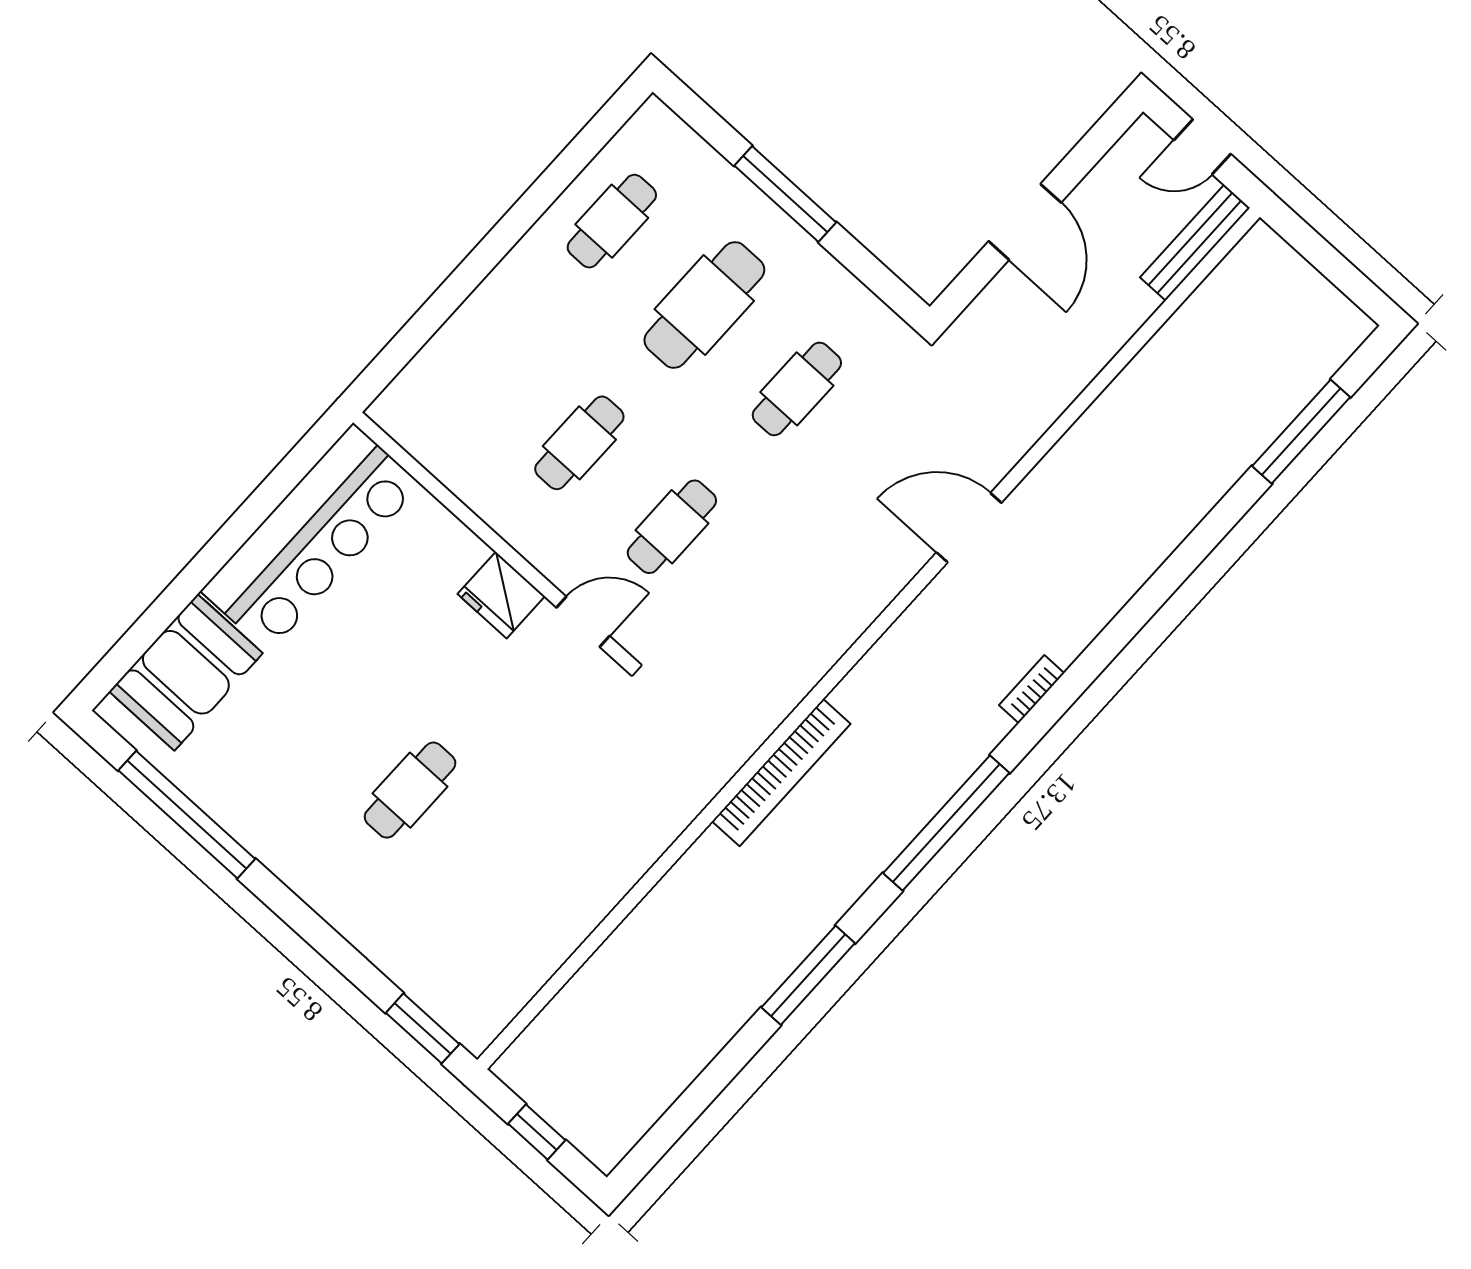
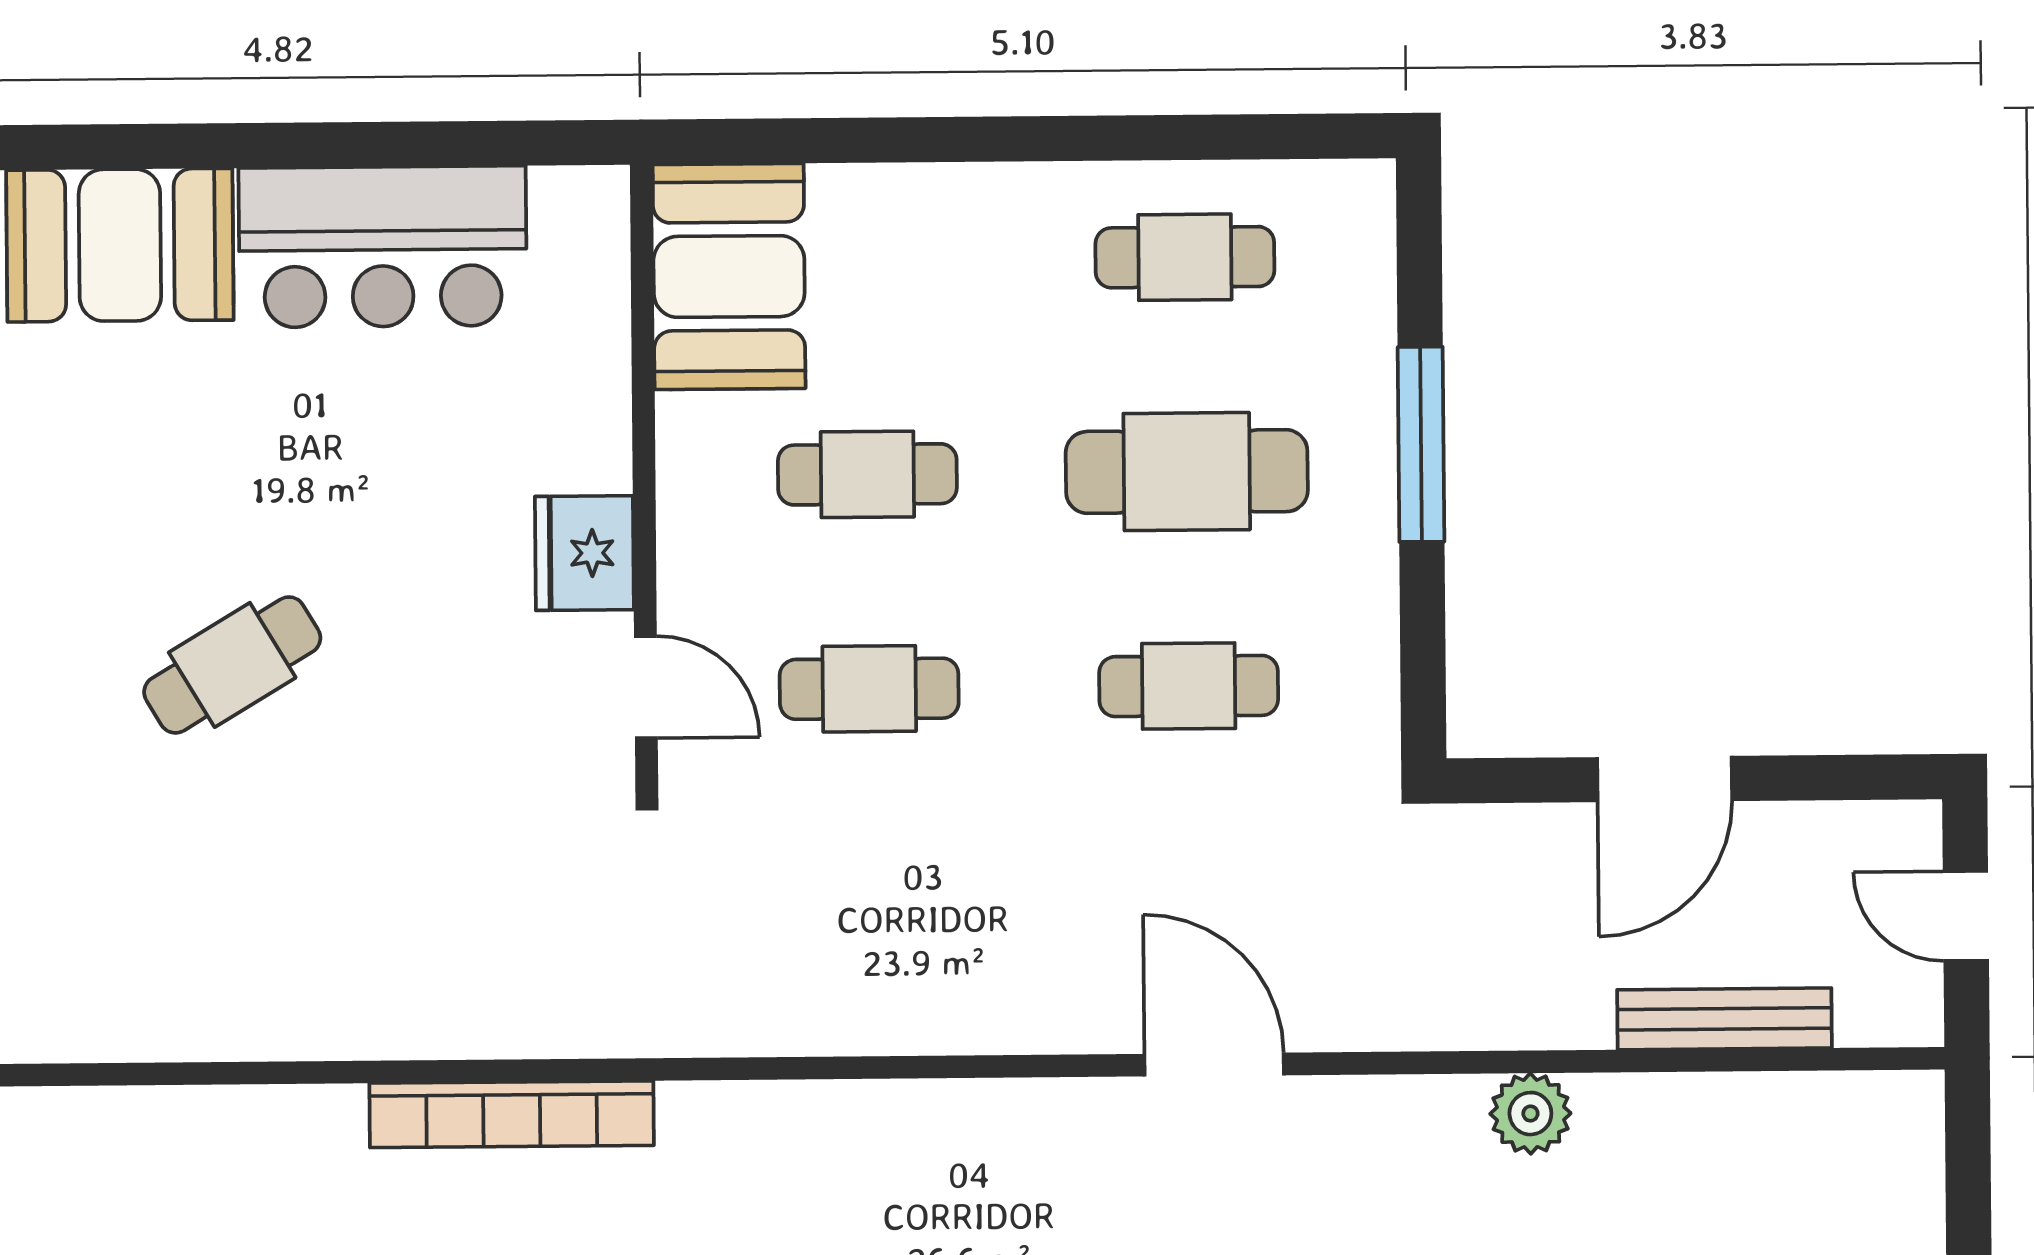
bench: (1195, 243) -> (1725, 1019), moved
plant: (1115, 411) -> (1530, 1114), added
booth: (440, 424) -> (729, 276), added
bar counter: (311, 538) -> (383, 247), width x0.73
bookcase: (781, 772) -> (512, 1114), moved
cafe table: (410, 790) -> (232, 665), turned -31

